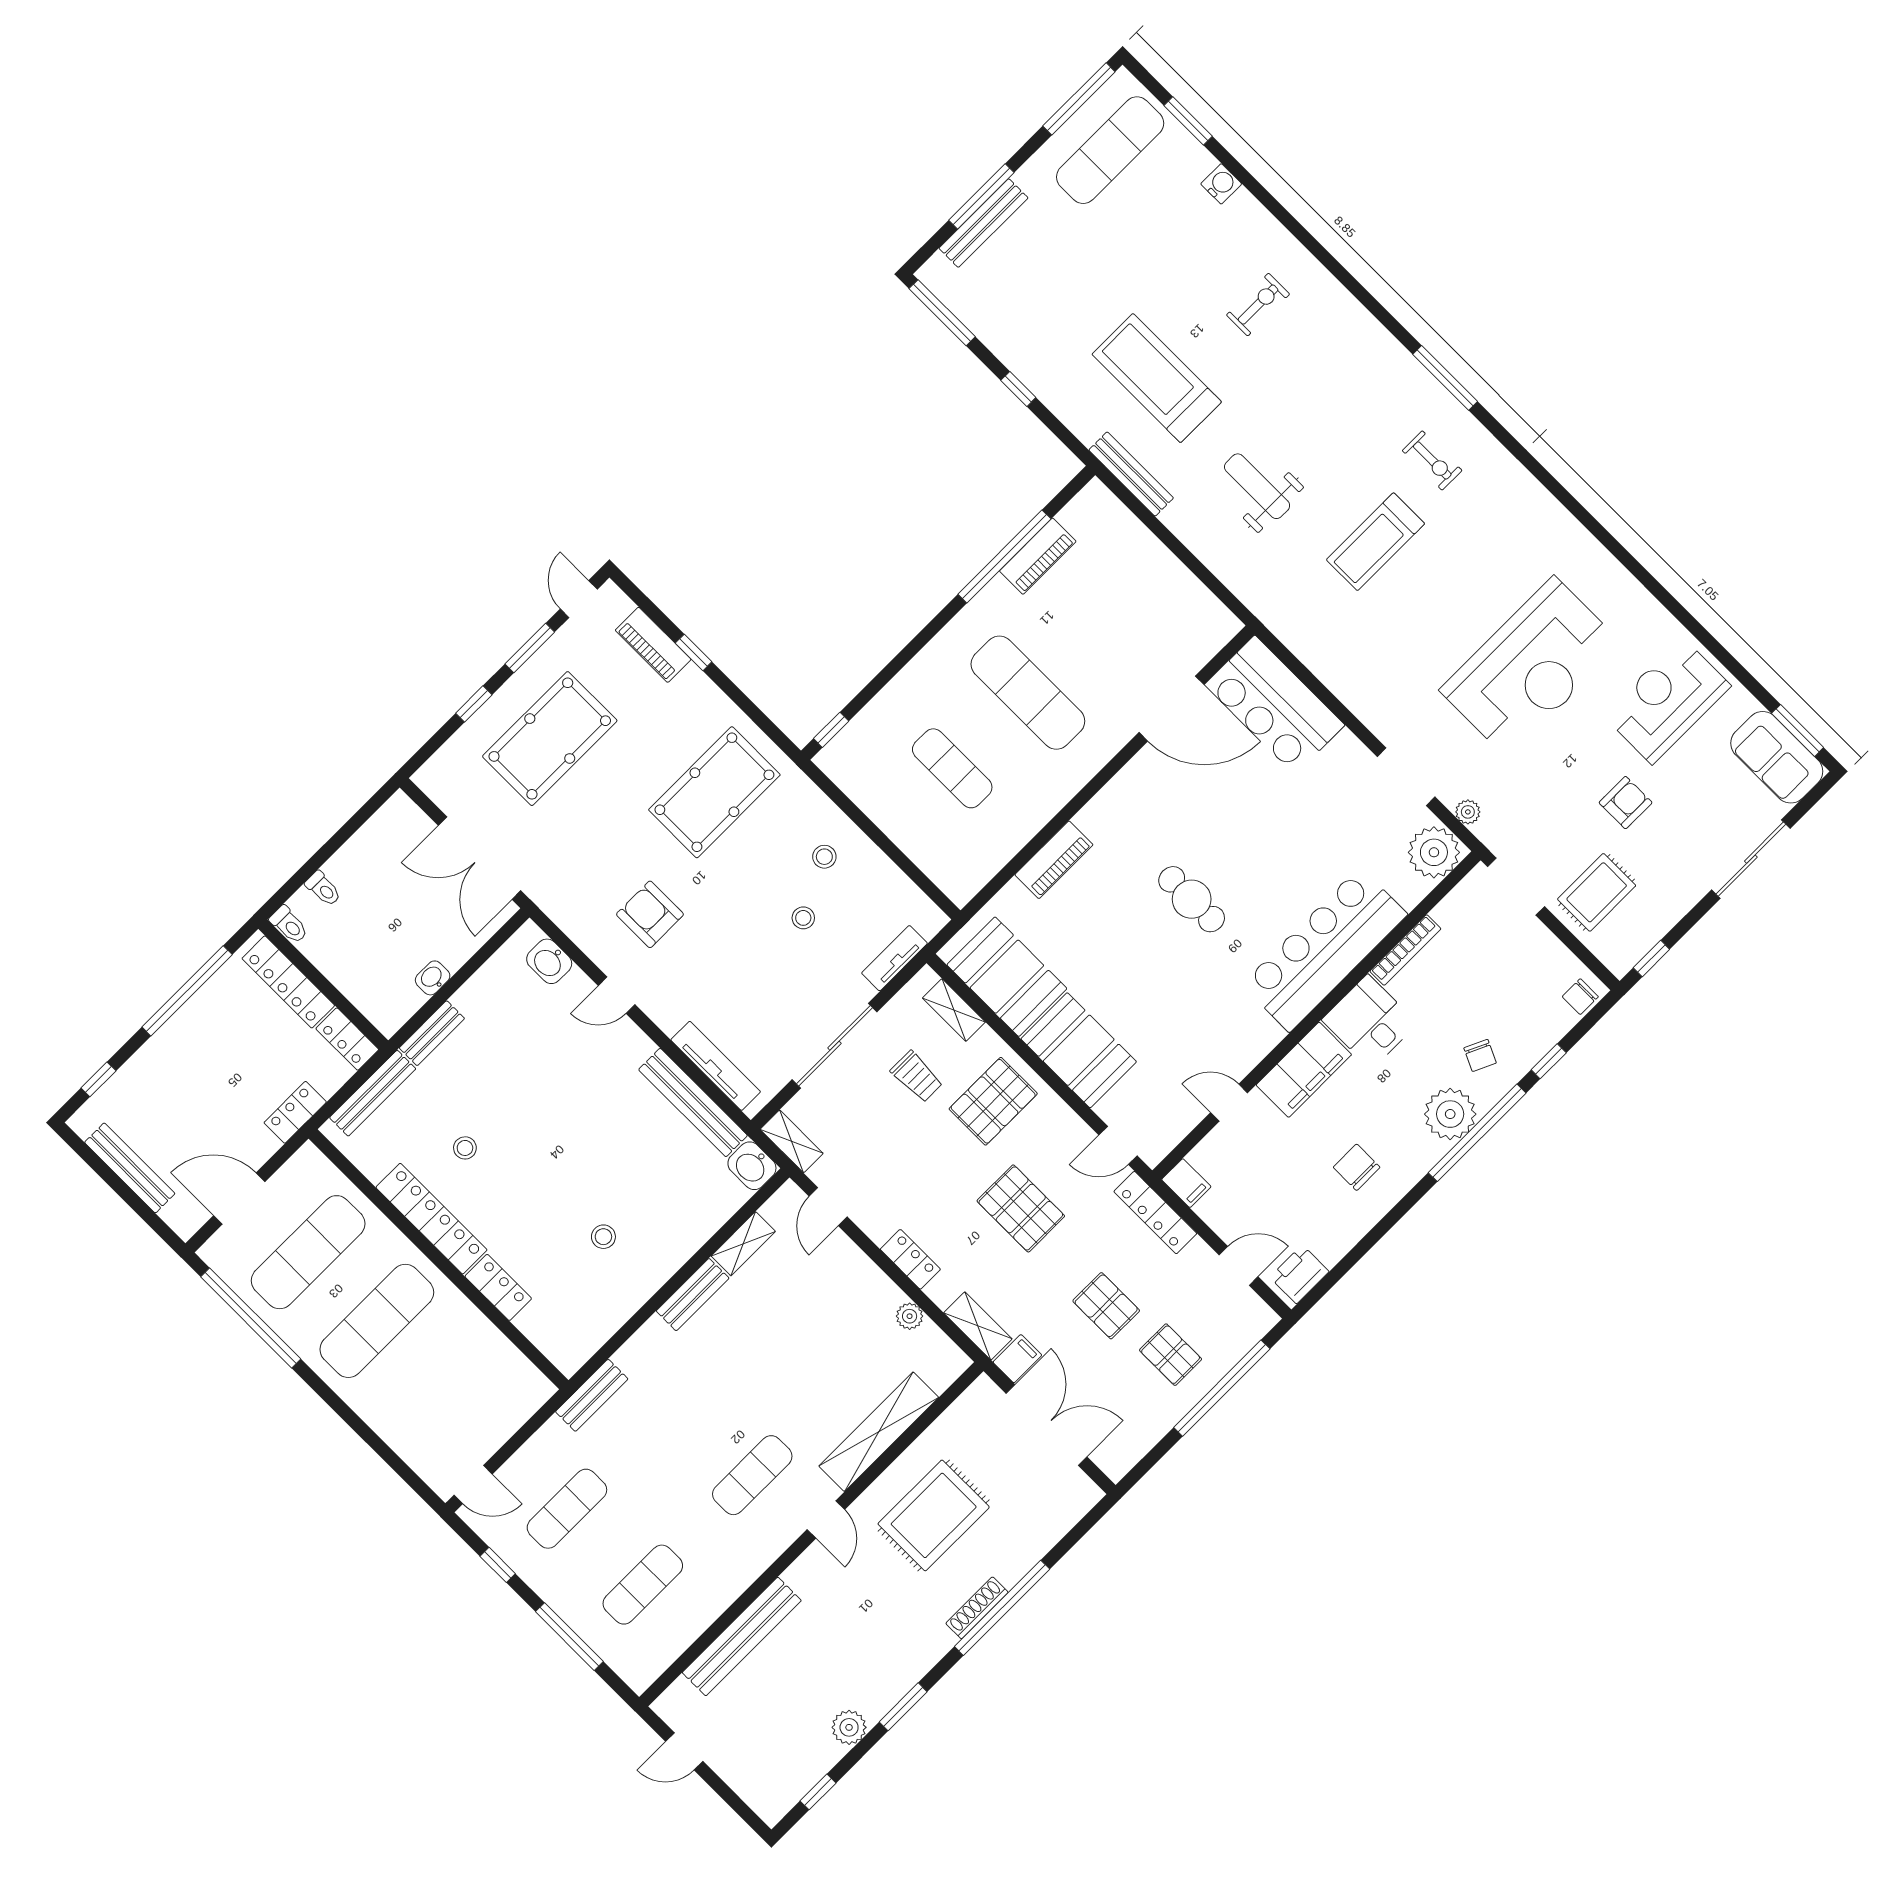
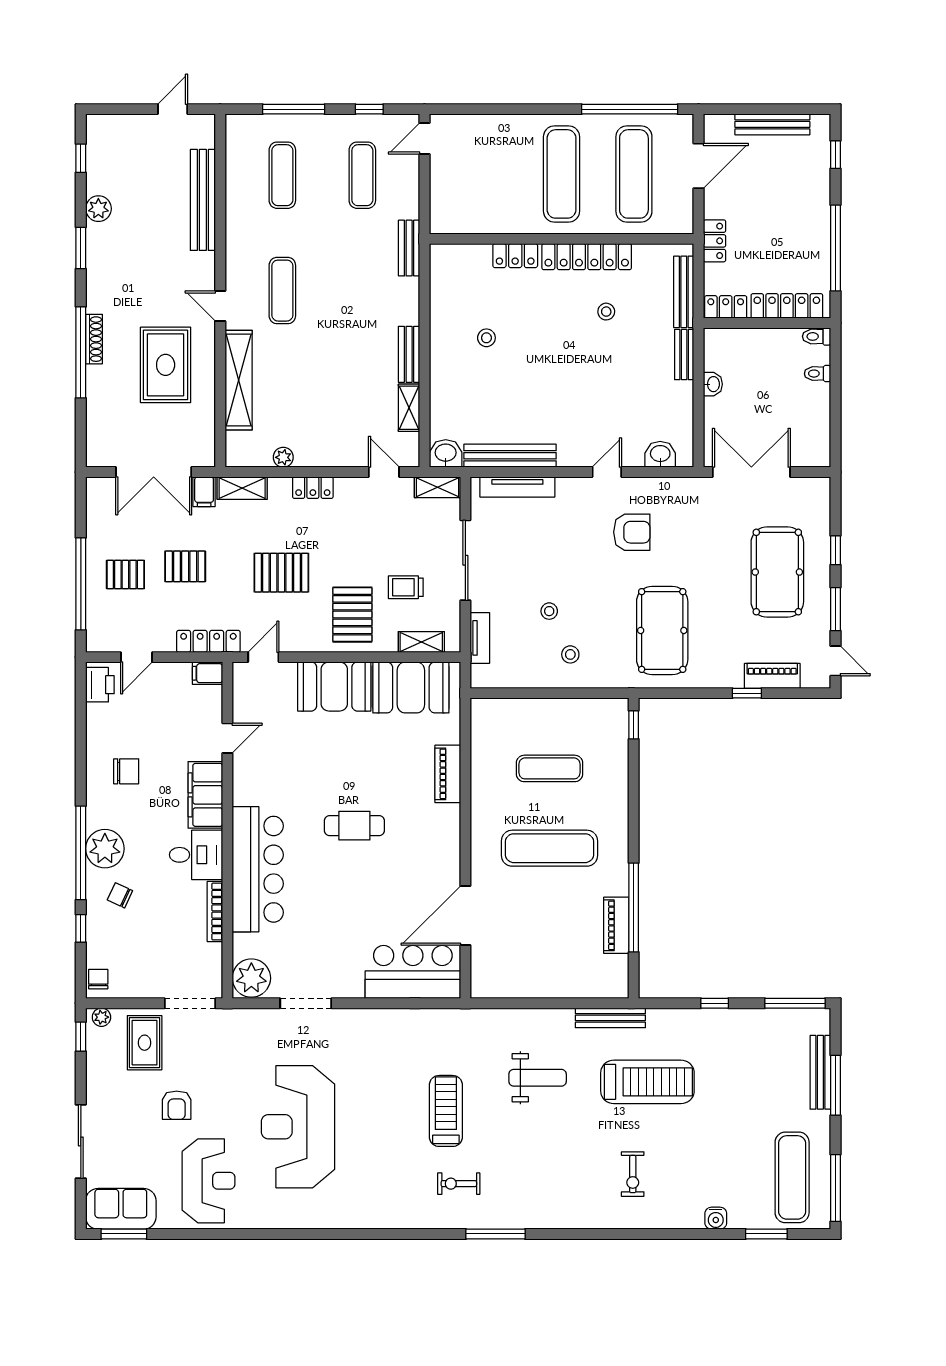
plant: (1468, 812) -> (101, 1017), moved

